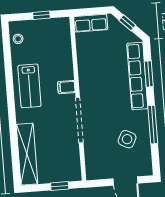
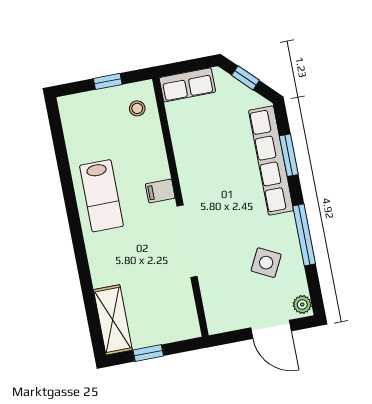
stool: (18, 39) -> (137, 108), moved
shelving: (27, 154) -> (113, 320), width x0.68
plant: (147, 168) -> (302, 304), added
window: (60, 186) -> (148, 353), moved

